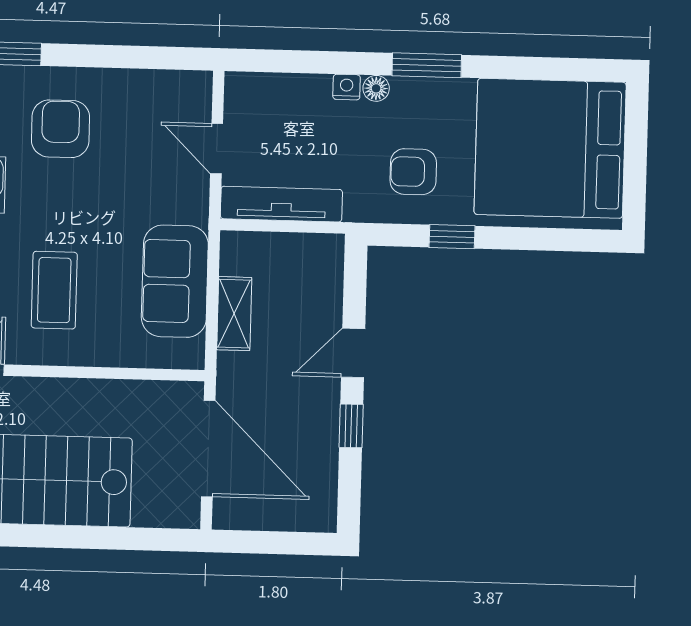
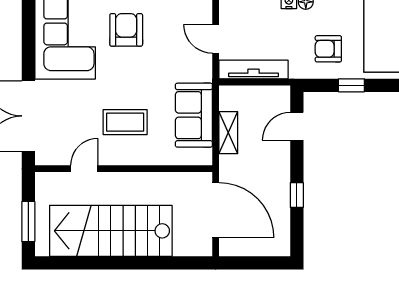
coffee table: (54, 290) -> (125, 122), turned 90
door: (353, 353) -> (297, 126), moved

